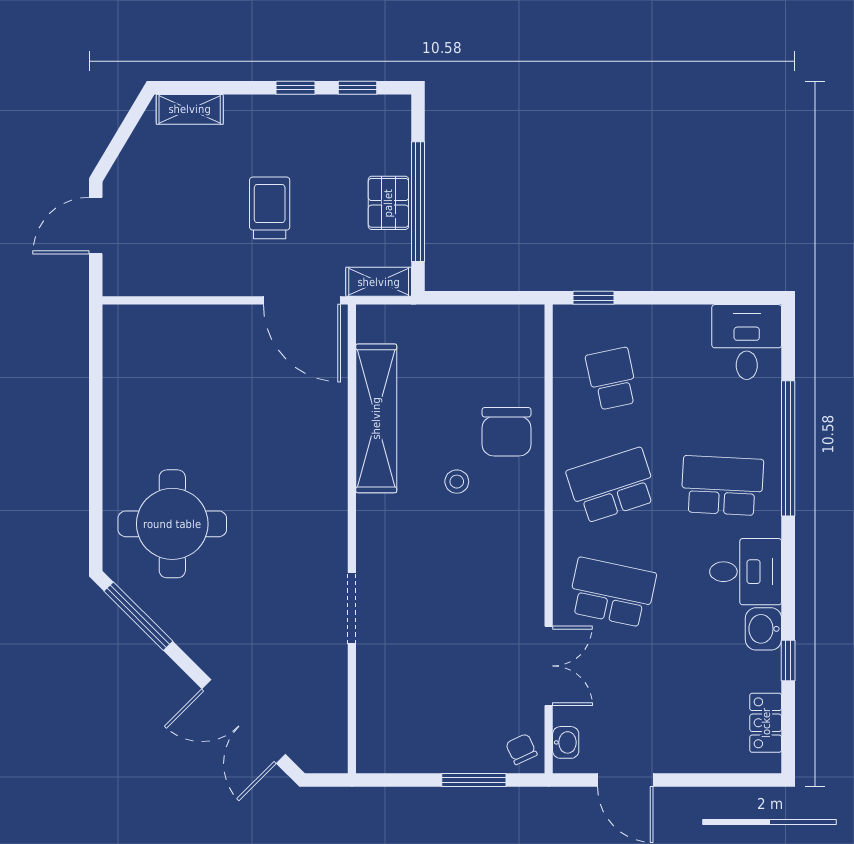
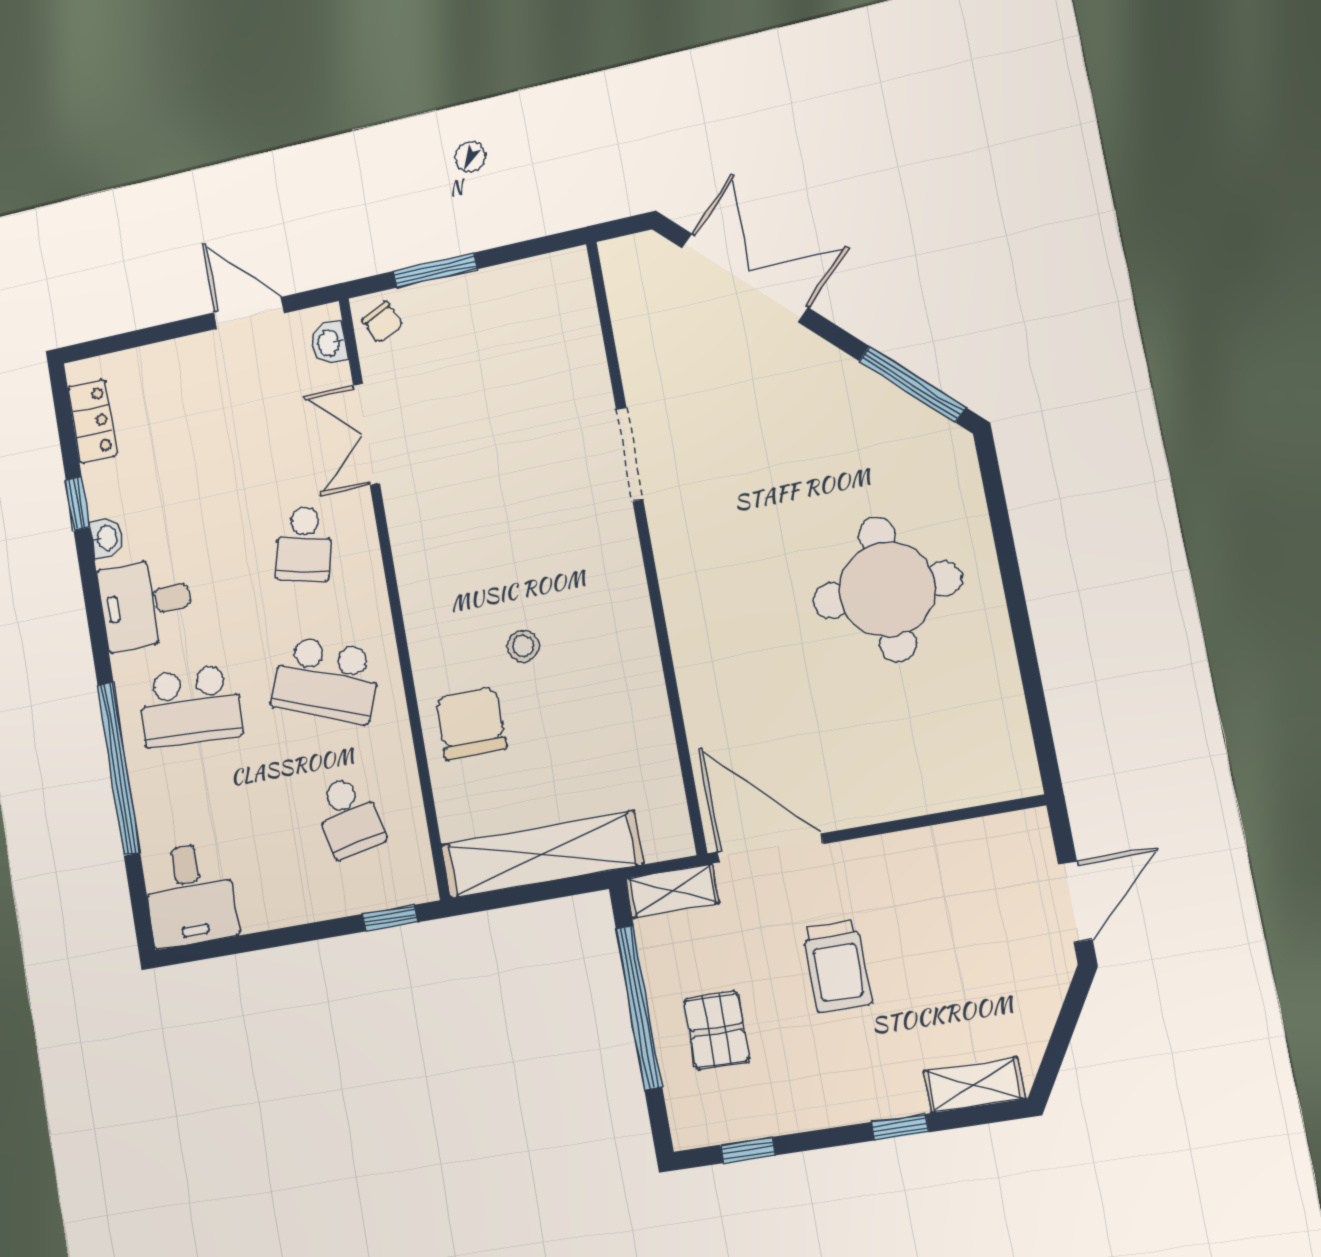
window: (296, 88) -> (900, 1127), moved
pallet: (388, 203) -> (717, 1030), moved
shelving: (376, 418) -> (542, 855), moved, turned 90
school desk: (612, 486) -> (326, 679), turned 39
round table: (172, 524) -> (887, 590), moved
school desk: (612, 592) -> (304, 544), width x0.54
washbasin: (763, 629) -> (106, 538), width x0.72, depth x0.69

